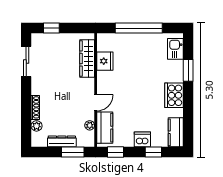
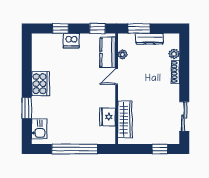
kitchen counter: (176, 132) -> (39, 48), removed

